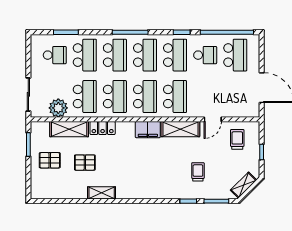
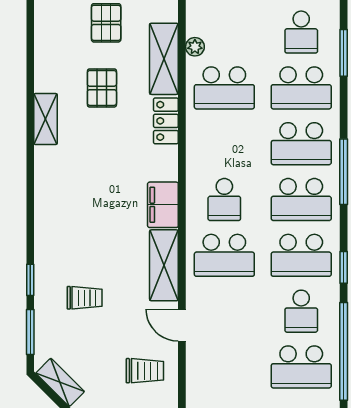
school desk: (115, 97) -> (224, 144), removed
school desk: (145, 97) -> (224, 200), width x0.54
plant: (58, 108) -> (195, 47), width x0.53, depth x0.53

